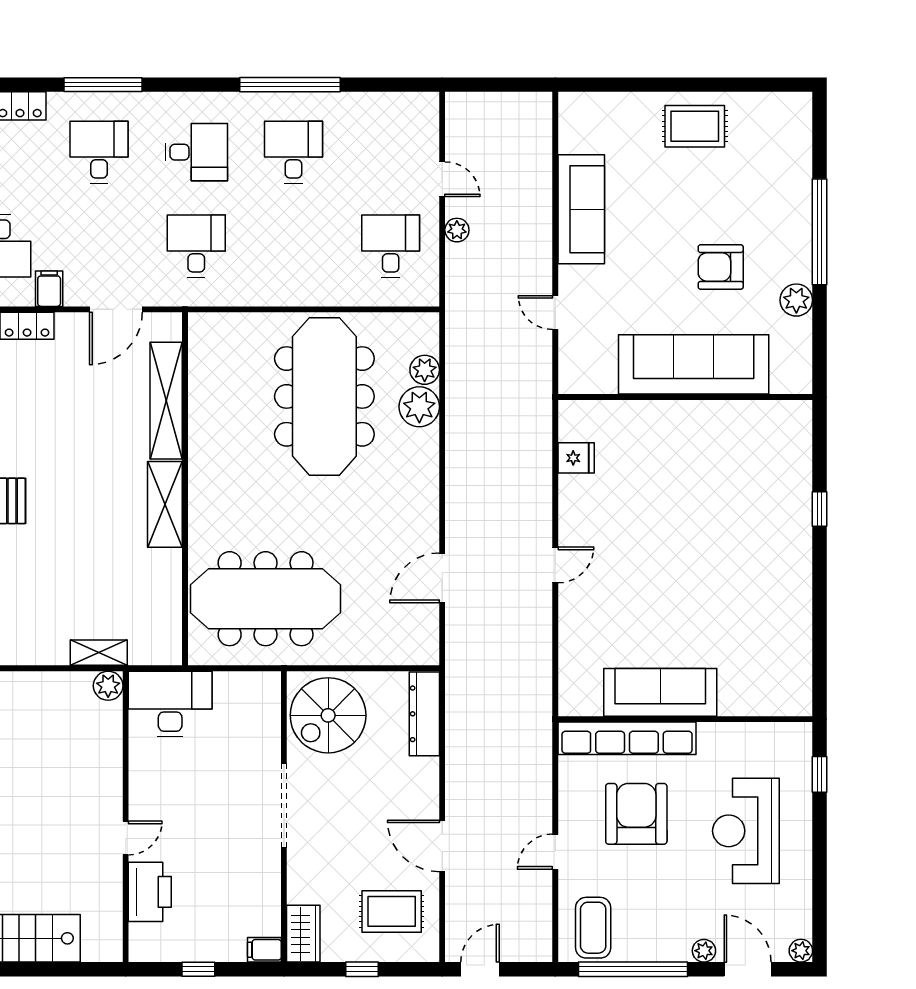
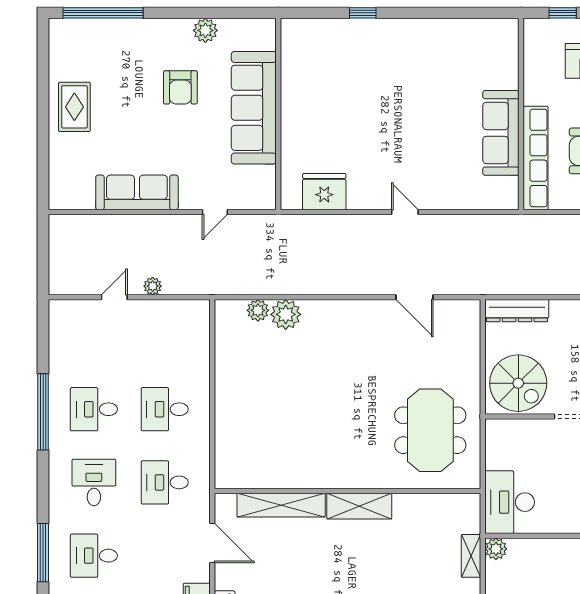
window: (819, 232) -> (103, 13), moved
desk: (391, 246) -> (165, 409), moved
meeting table: (324, 396) -> (278, 386), removed
fridge: (576, 458) -> (324, 192), width x1.88, depth x1.34
meeting table: (266, 599) -> (430, 430), width x0.73

